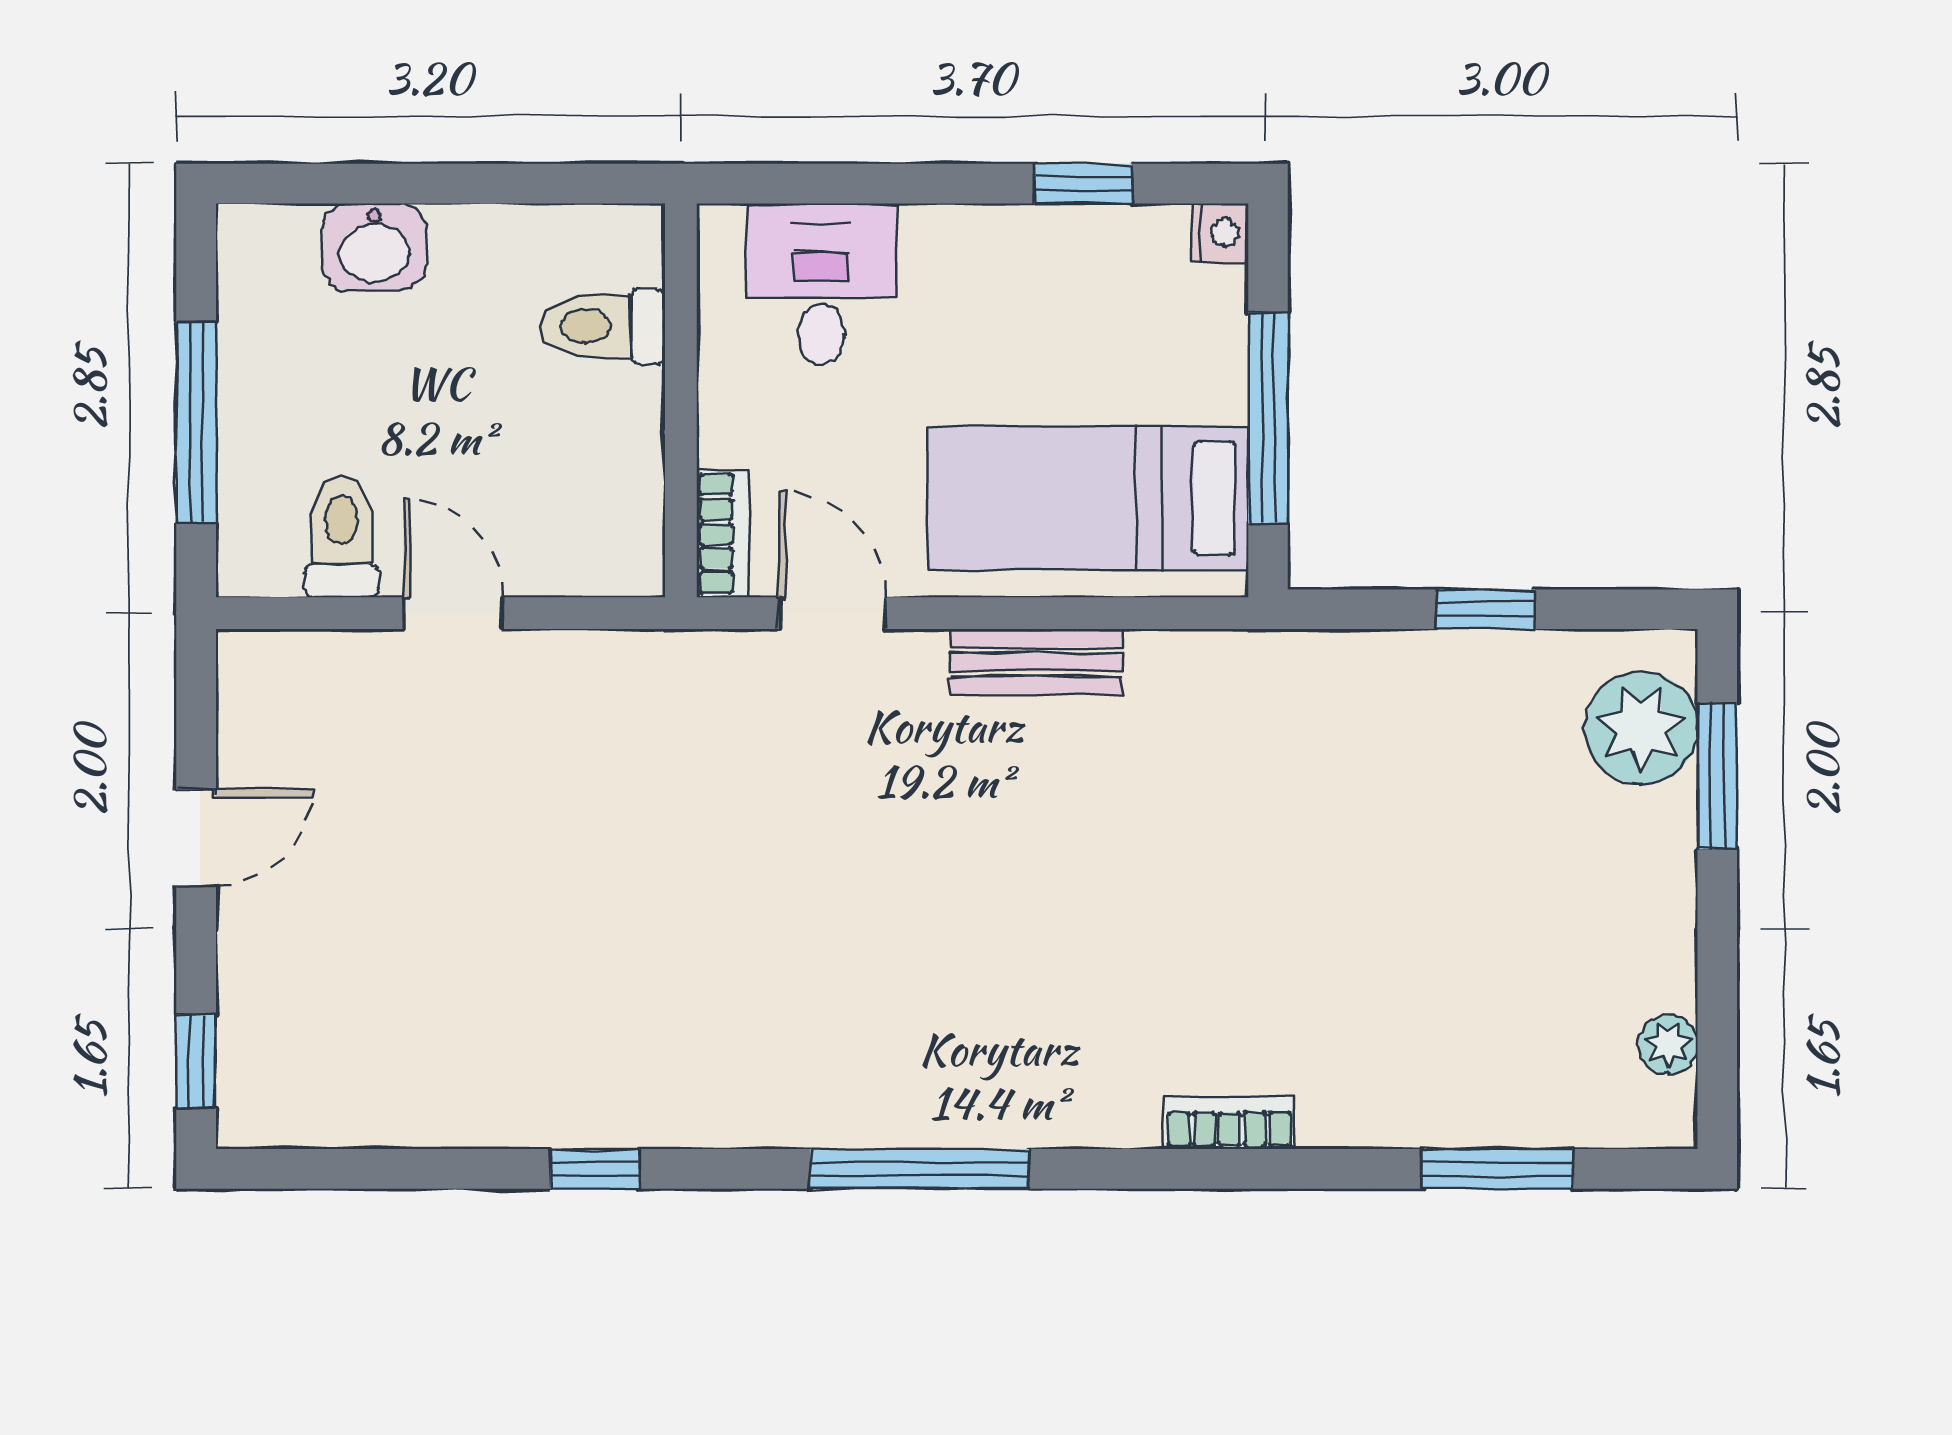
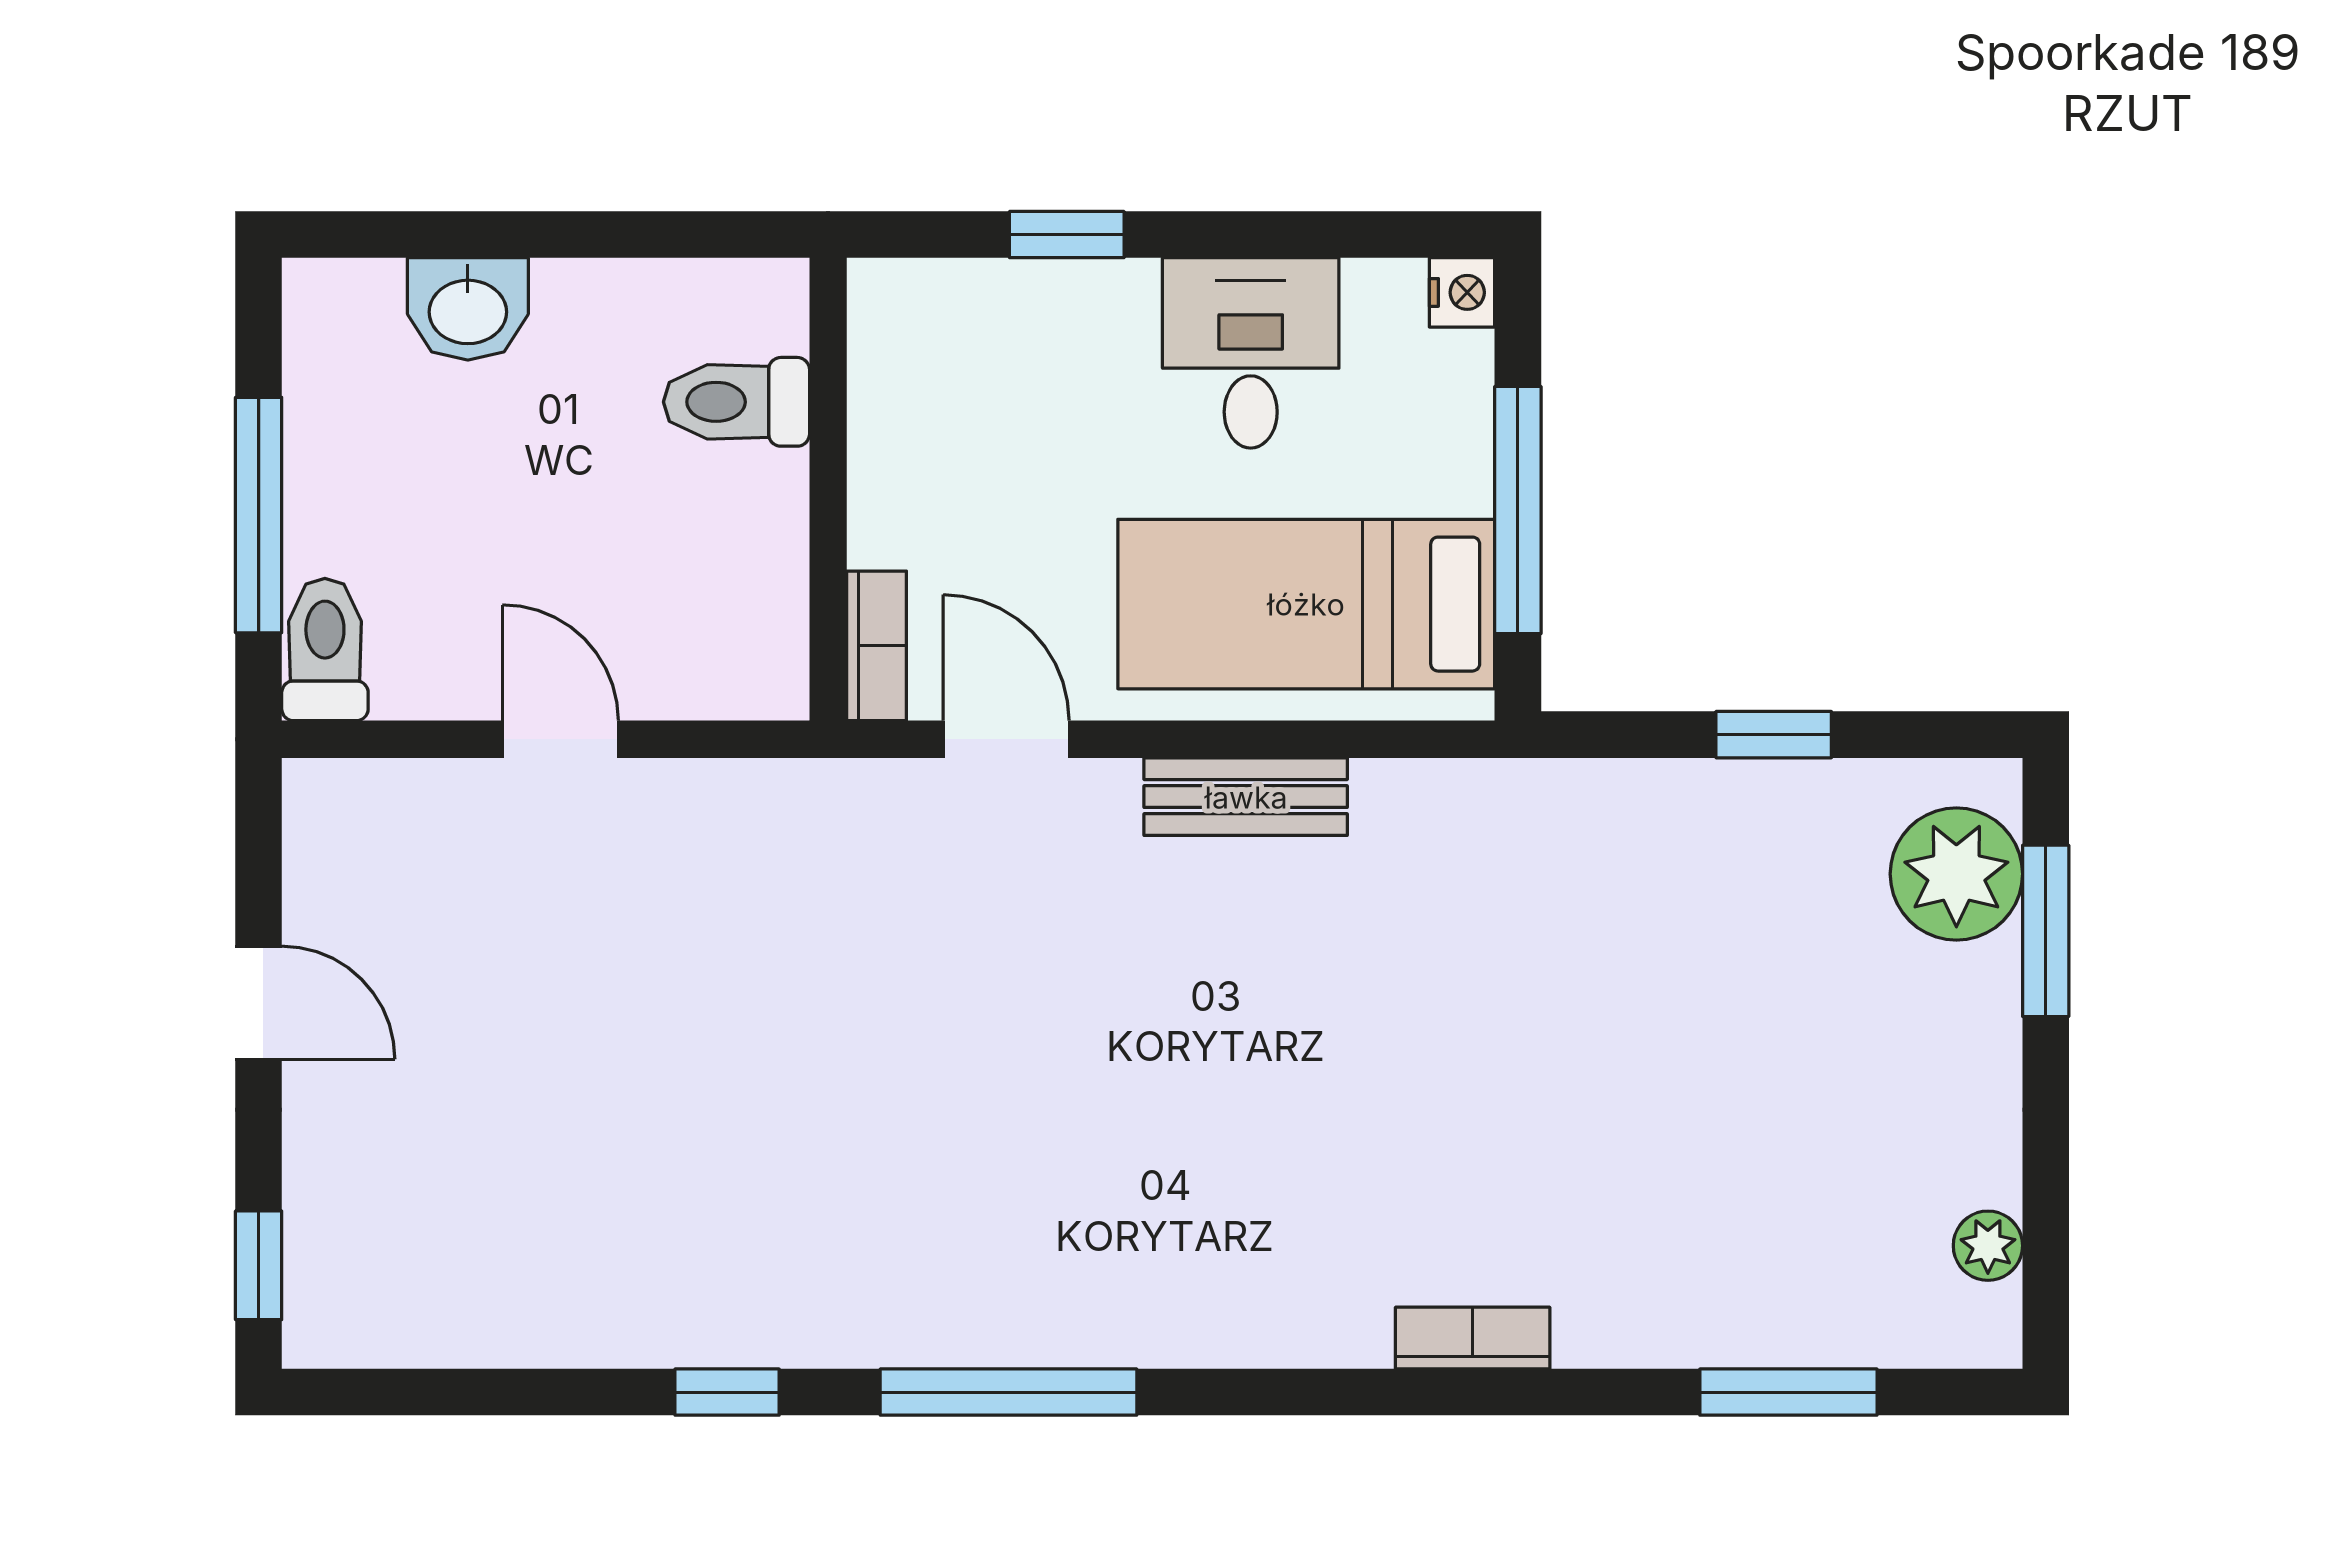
window: (1083, 184) -> (1067, 235), moved
desk: (821, 284) -> (1251, 353), moved
toilet: (342, 537) -> (325, 650), moved
door: (196, 837) -> (259, 1003), hinge flipped
window: (920, 1169) -> (1008, 1392), moved

